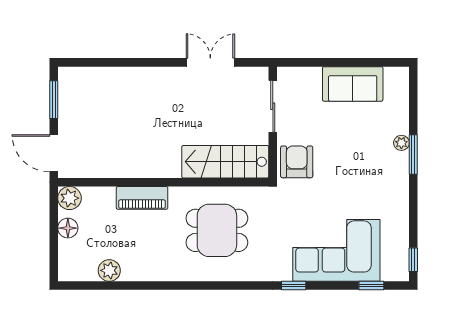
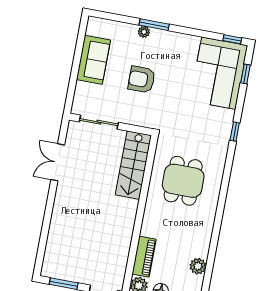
armchair: (297, 162) -> (142, 79), moved
piano: (142, 198) -> (144, 257), moved
corner sofa: (336, 250) -> (219, 73), moved

